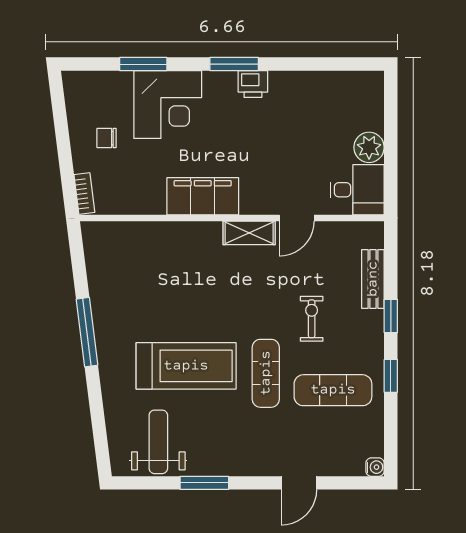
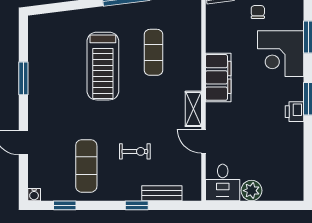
exercise mat: (266, 373) -> (153, 52), moved, turned 90
window: (391, 376) -> (65, 205), moved
weight bench: (158, 442) -> (51, 47), removed

